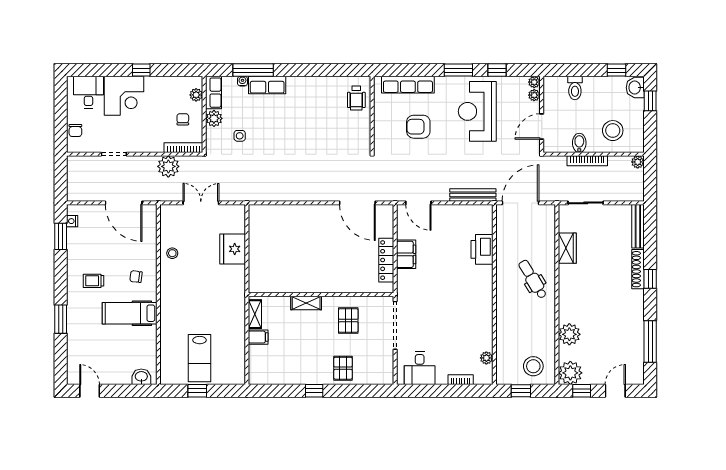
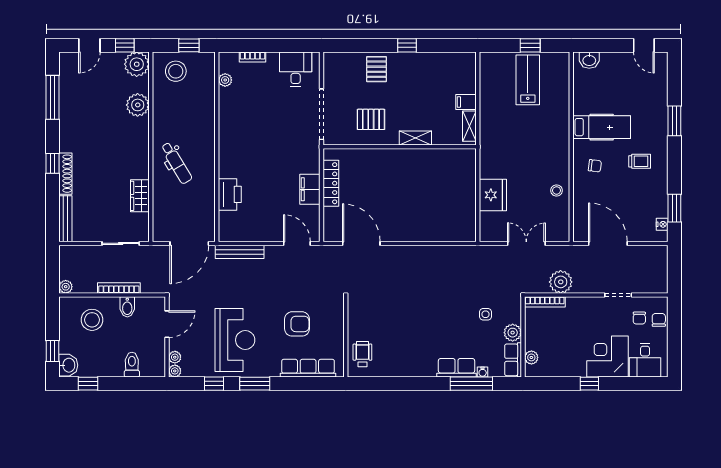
chair: (183, 119) -> (639, 318), moved
double door: (201, 203) -> (526, 243), swing flipped
pallet: (348, 321) -> (371, 119), turned 90

